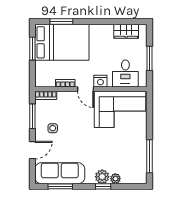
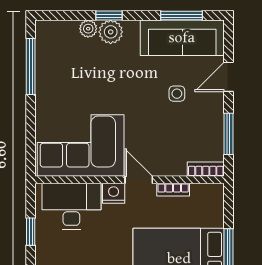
window: (150, 58) -> (31, 232), width x0.67
desk: (125, 74) -> (71, 206), width x1.37
side table: (53, 128) -> (177, 94), moved

